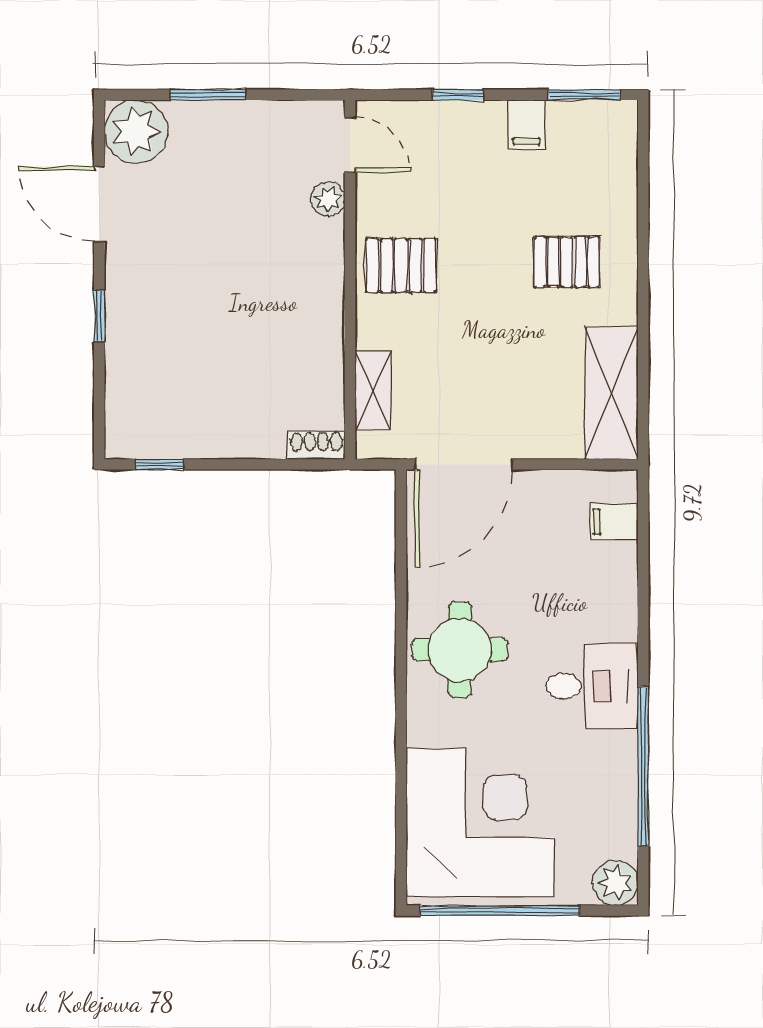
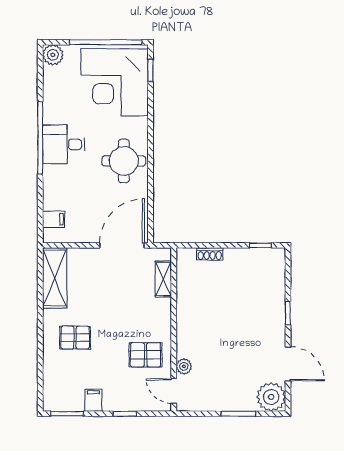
pallet: (401, 265) -> (146, 355), moved
shoe rack: (316, 445) -> (210, 254), moved
window: (643, 766) -> (40, 138), moved
window: (401, 848) -> (151, 70), added

